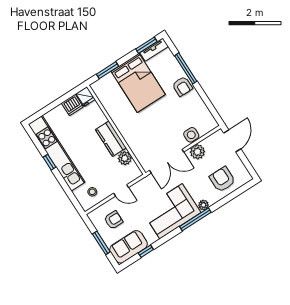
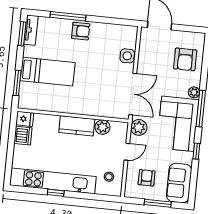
bed: (138, 83) -> (48, 72), width x0.67
plant: (197, 152) -> (139, 127), moved
armchair: (222, 179) -> (185, 59), turned -90
window: (146, 251) -> (196, 151), moved

